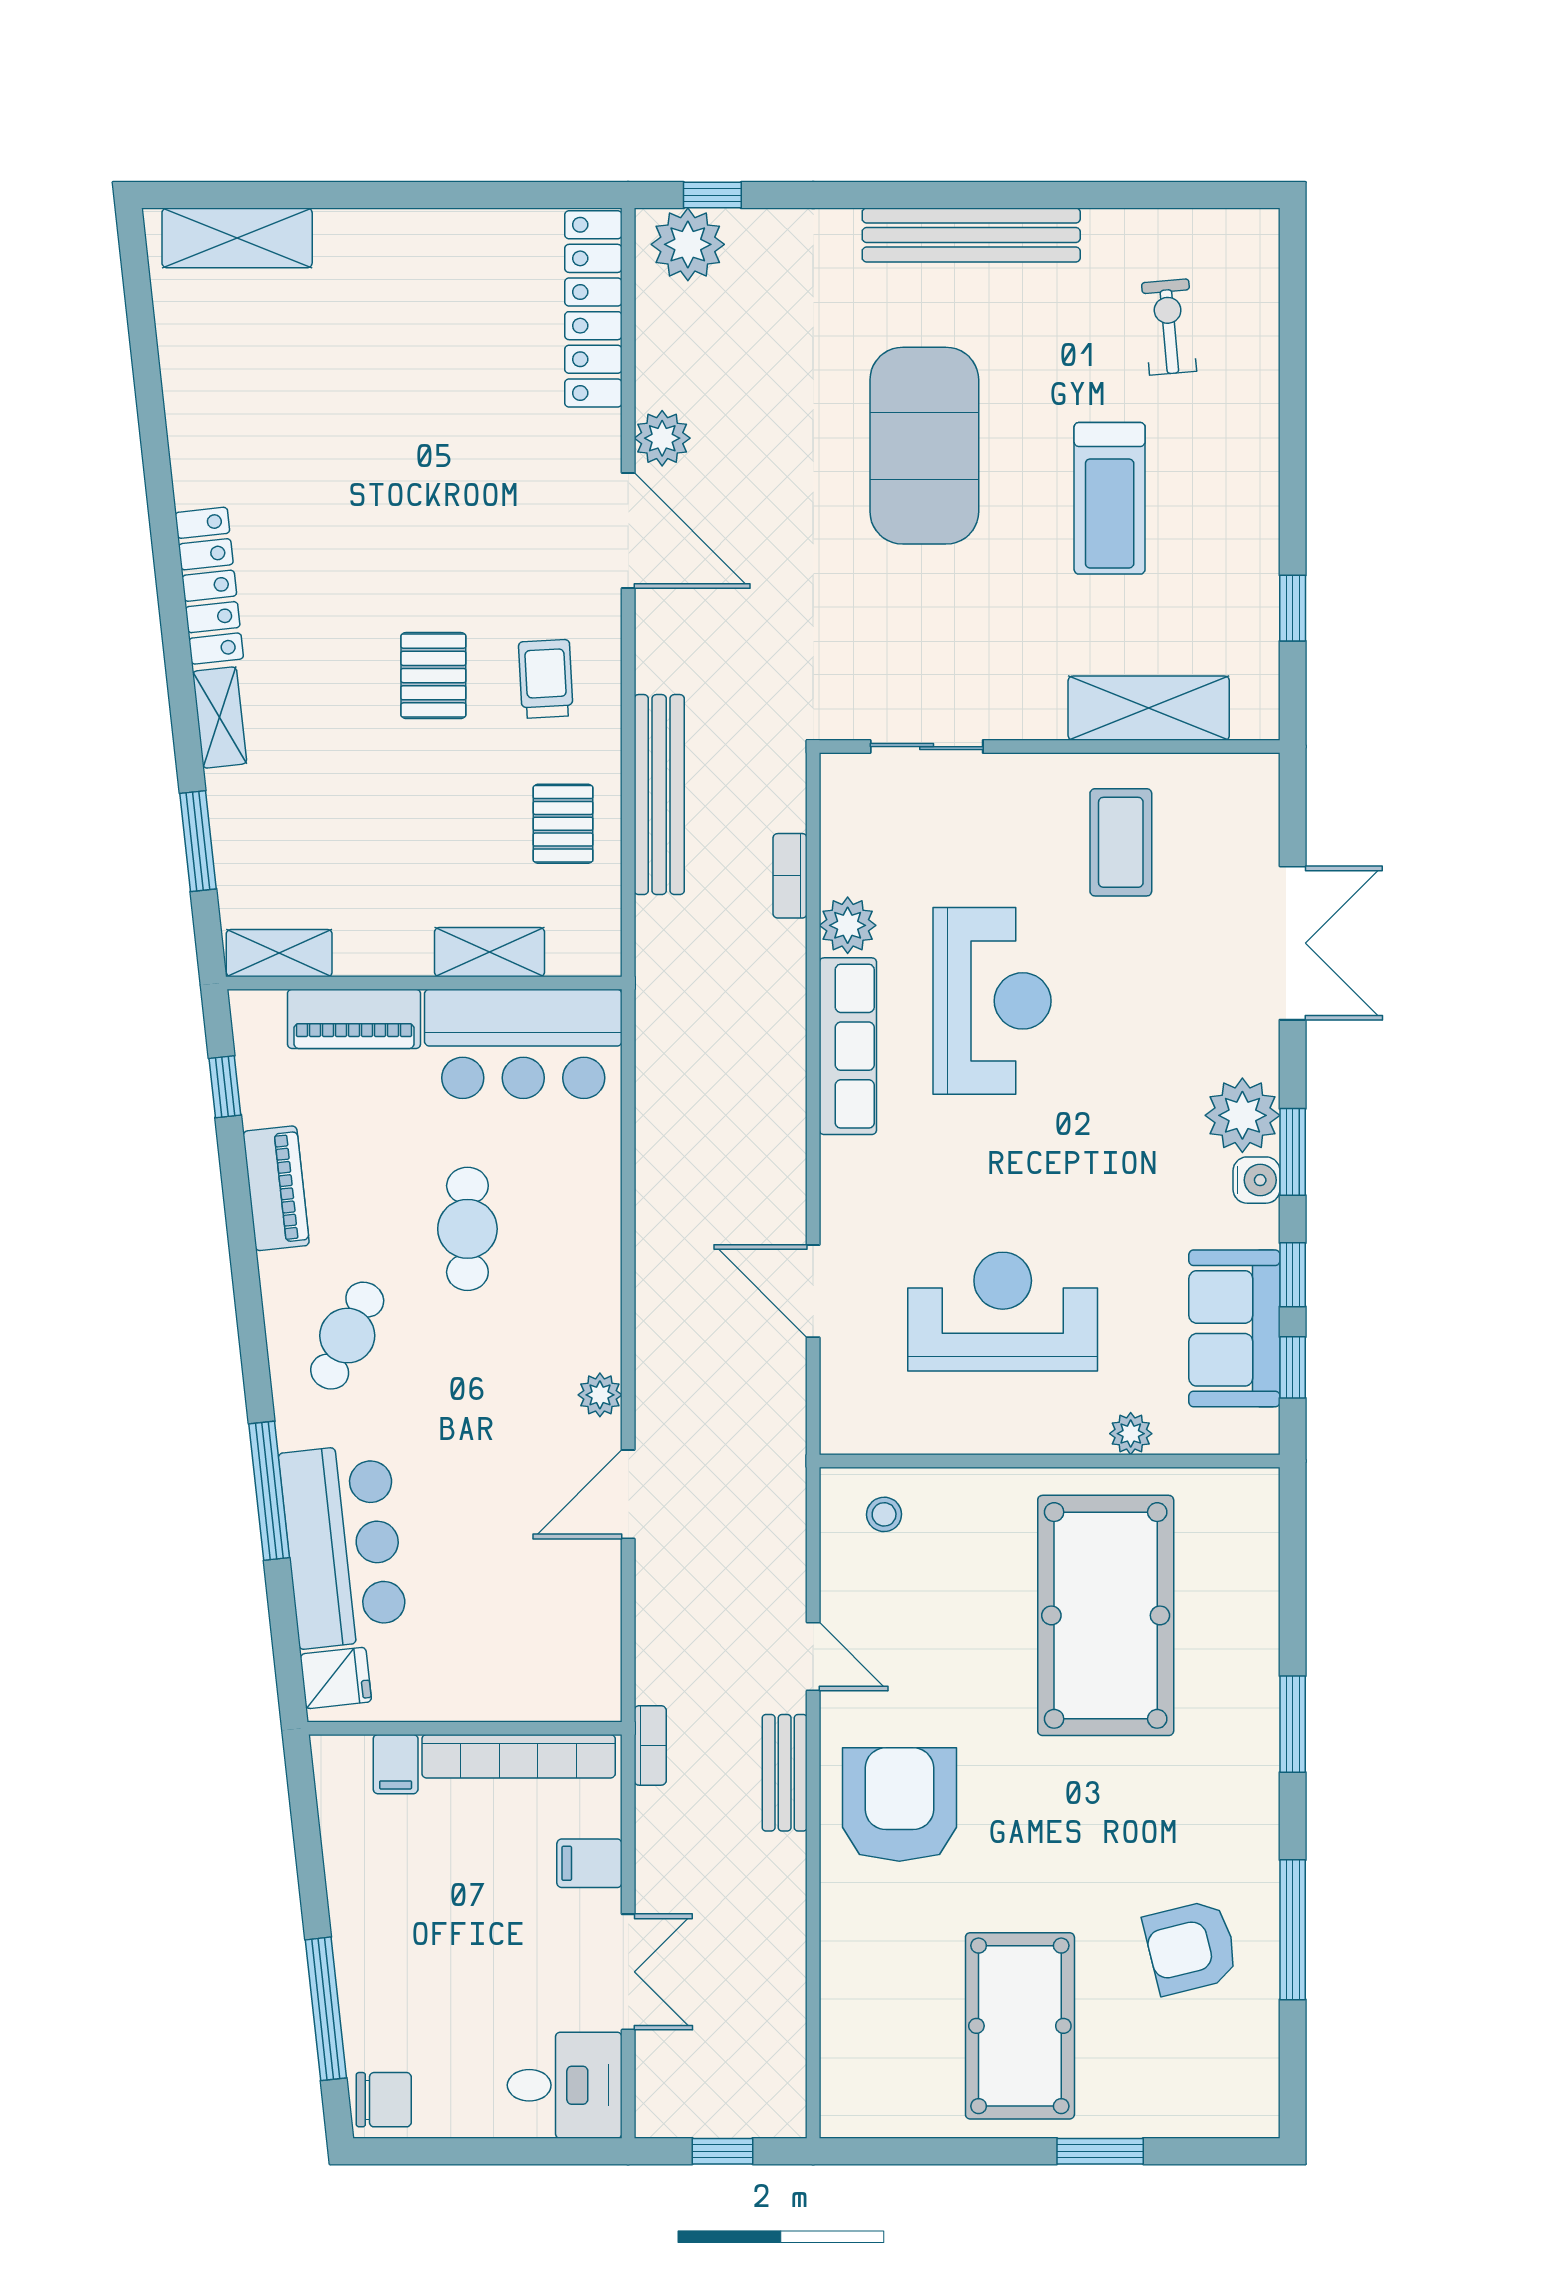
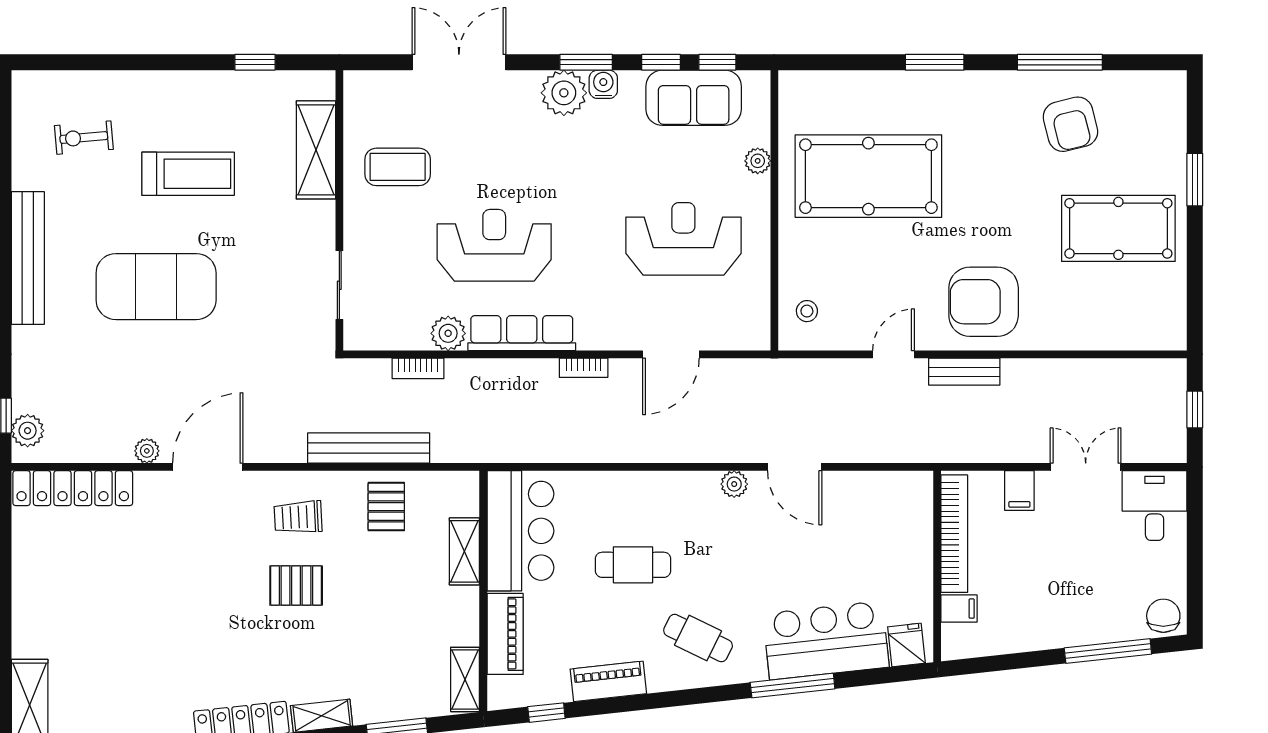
plant: (688, 244) -> (28, 431), width x0.73, depth x0.73
plant: (662, 438) -> (147, 451), width x0.73, depth x0.73
pallet: (563, 824) -> (386, 507), turned 90
reception desk: (1003, 1312) -> (683, 239), turned 90
bookcase: (650, 1745) -> (584, 368), moved, turned 180

